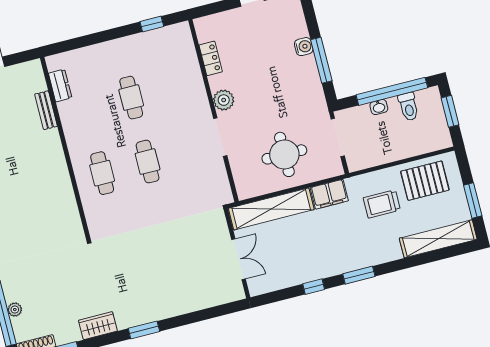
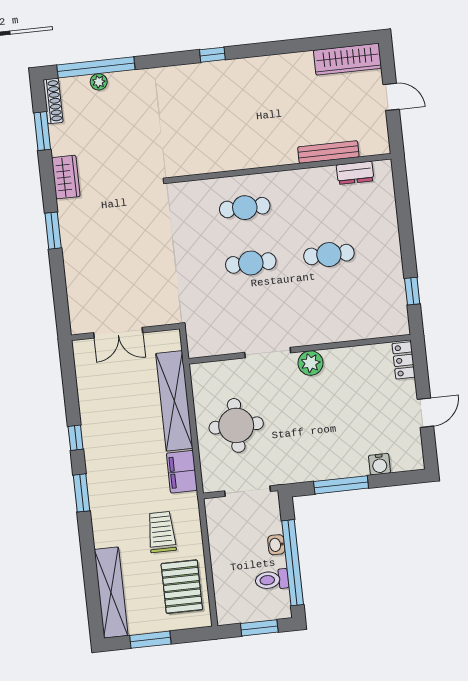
water cooler: (304, 47) -> (380, 464), moved
locker: (211, 58) -> (404, 360), moved, turned 90
bench: (46, 110) -> (328, 152), width x1.36
wall: (237, 253) -> (125, 332), moved
double door: (238, 259) -> (118, 333), moved

